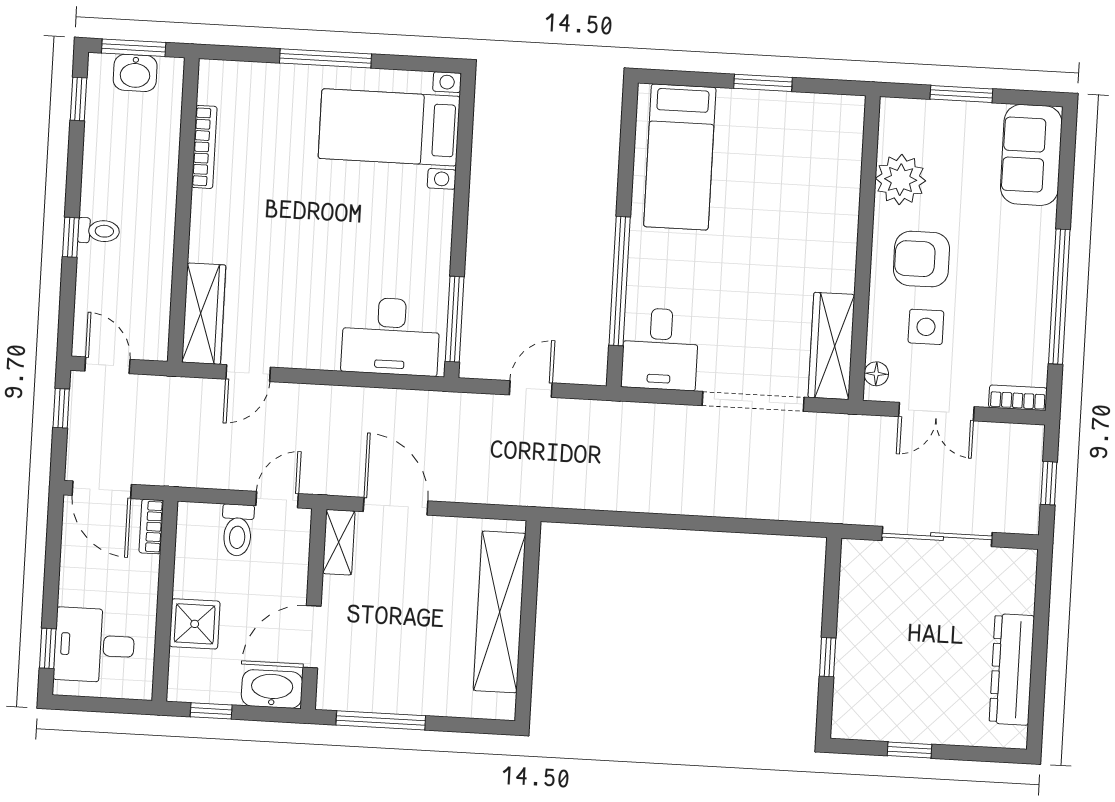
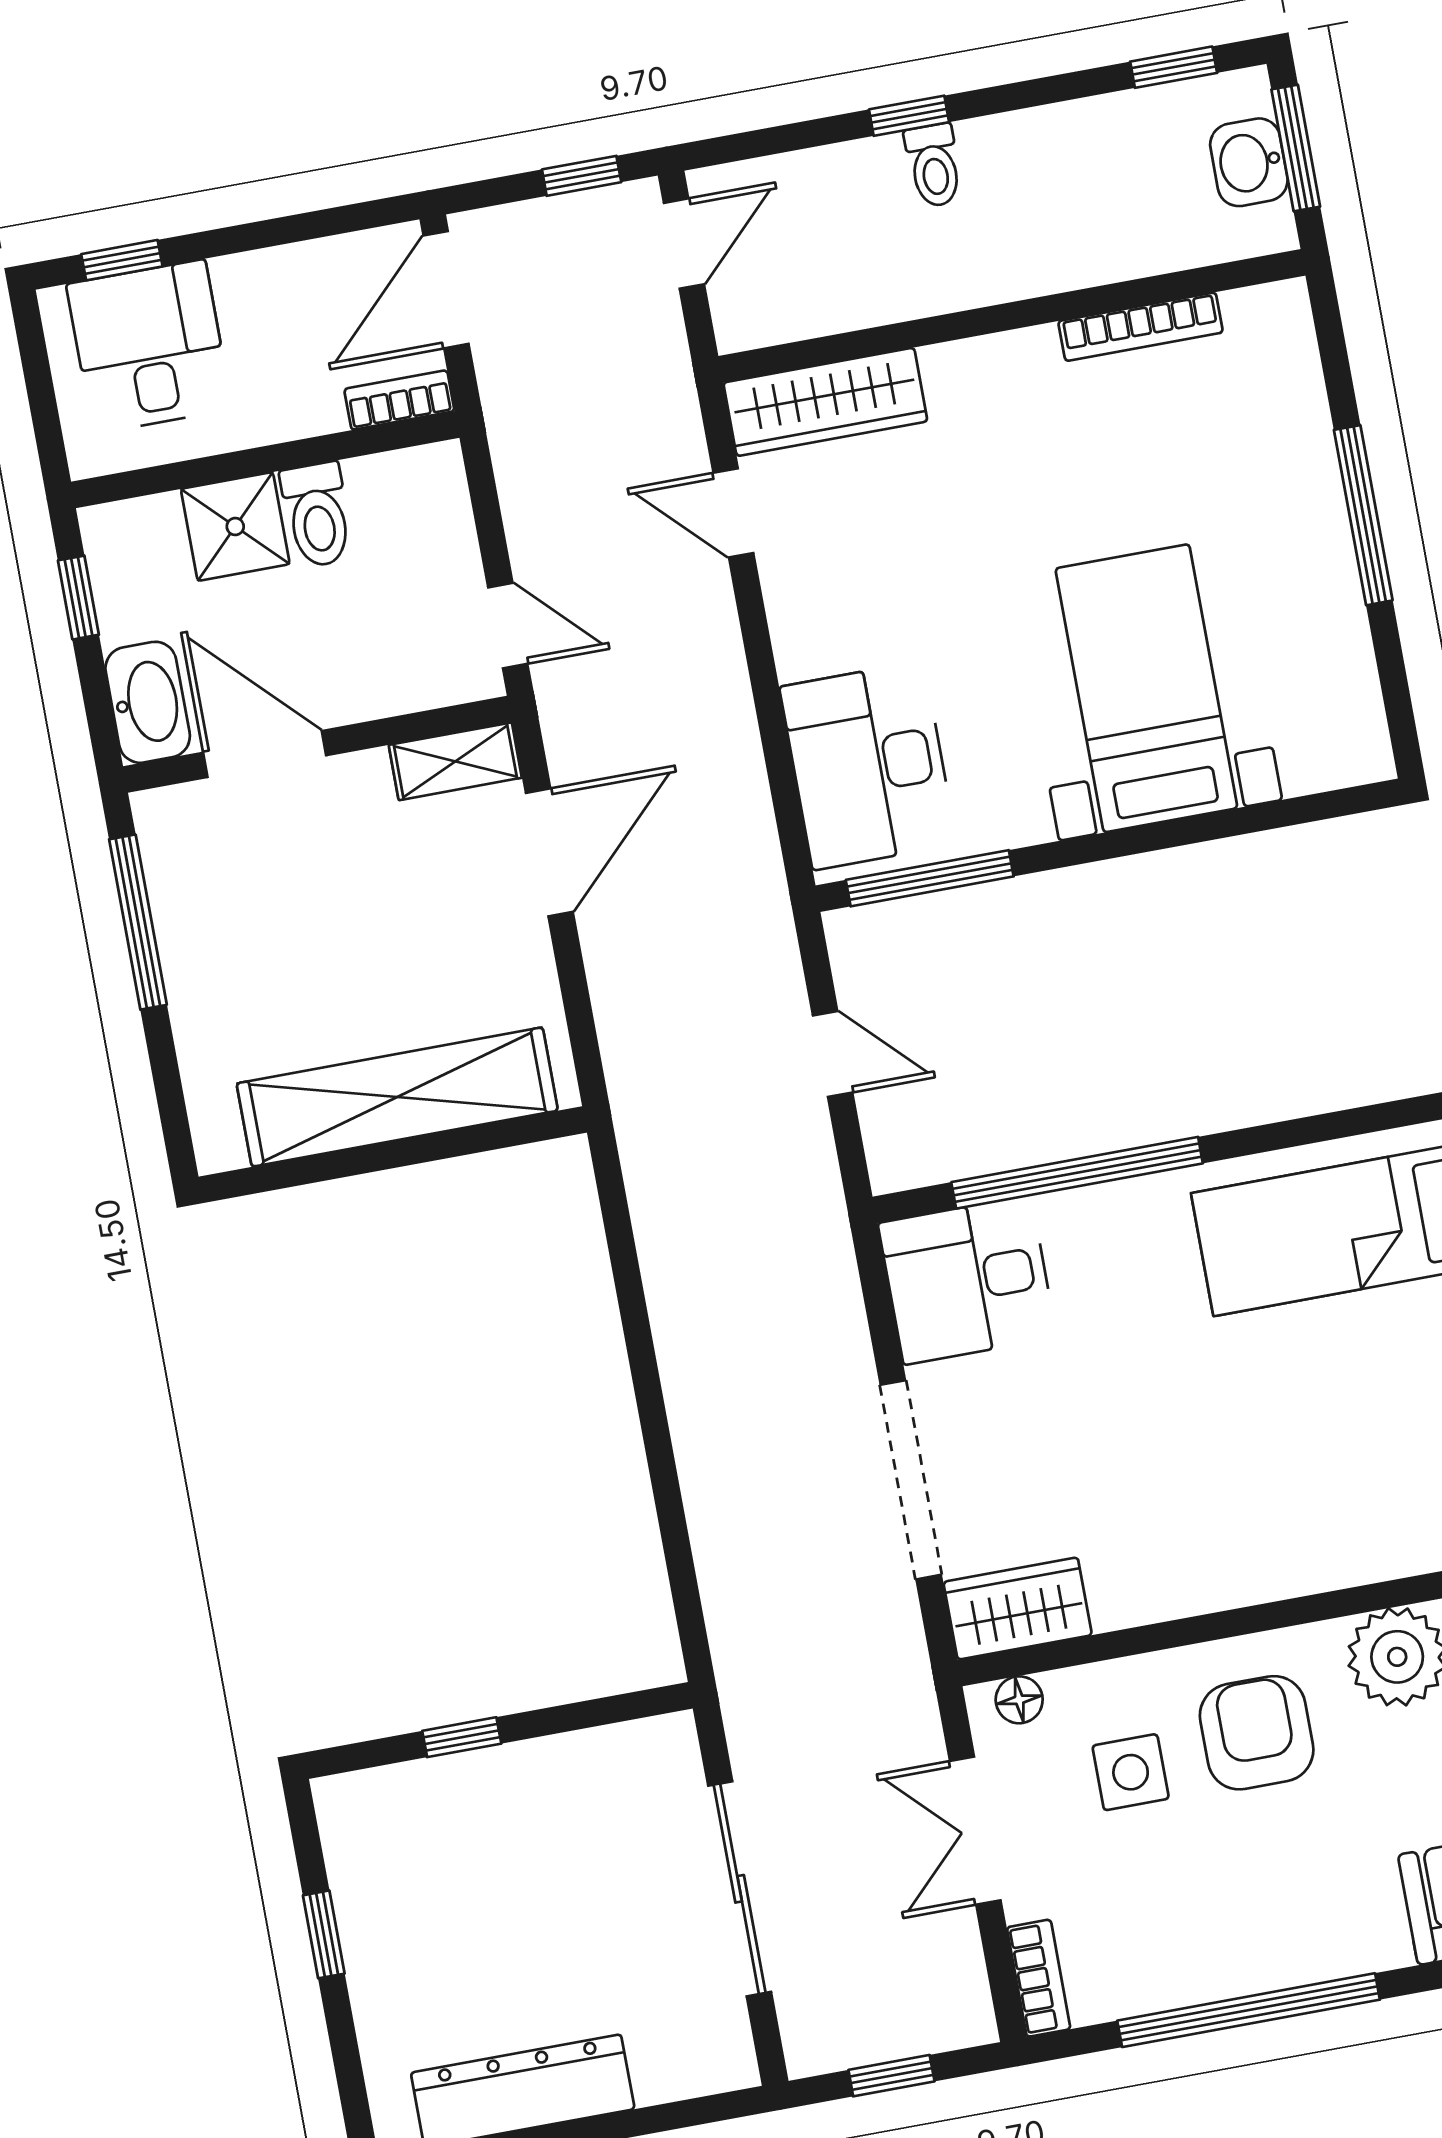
bed with nightstands: (389, 127) -> (1146, 688), moved
wardrobe: (831, 346) -> (1018, 1609), width x0.67
toilet: (238, 530) -> (317, 515), moved, turned -90

